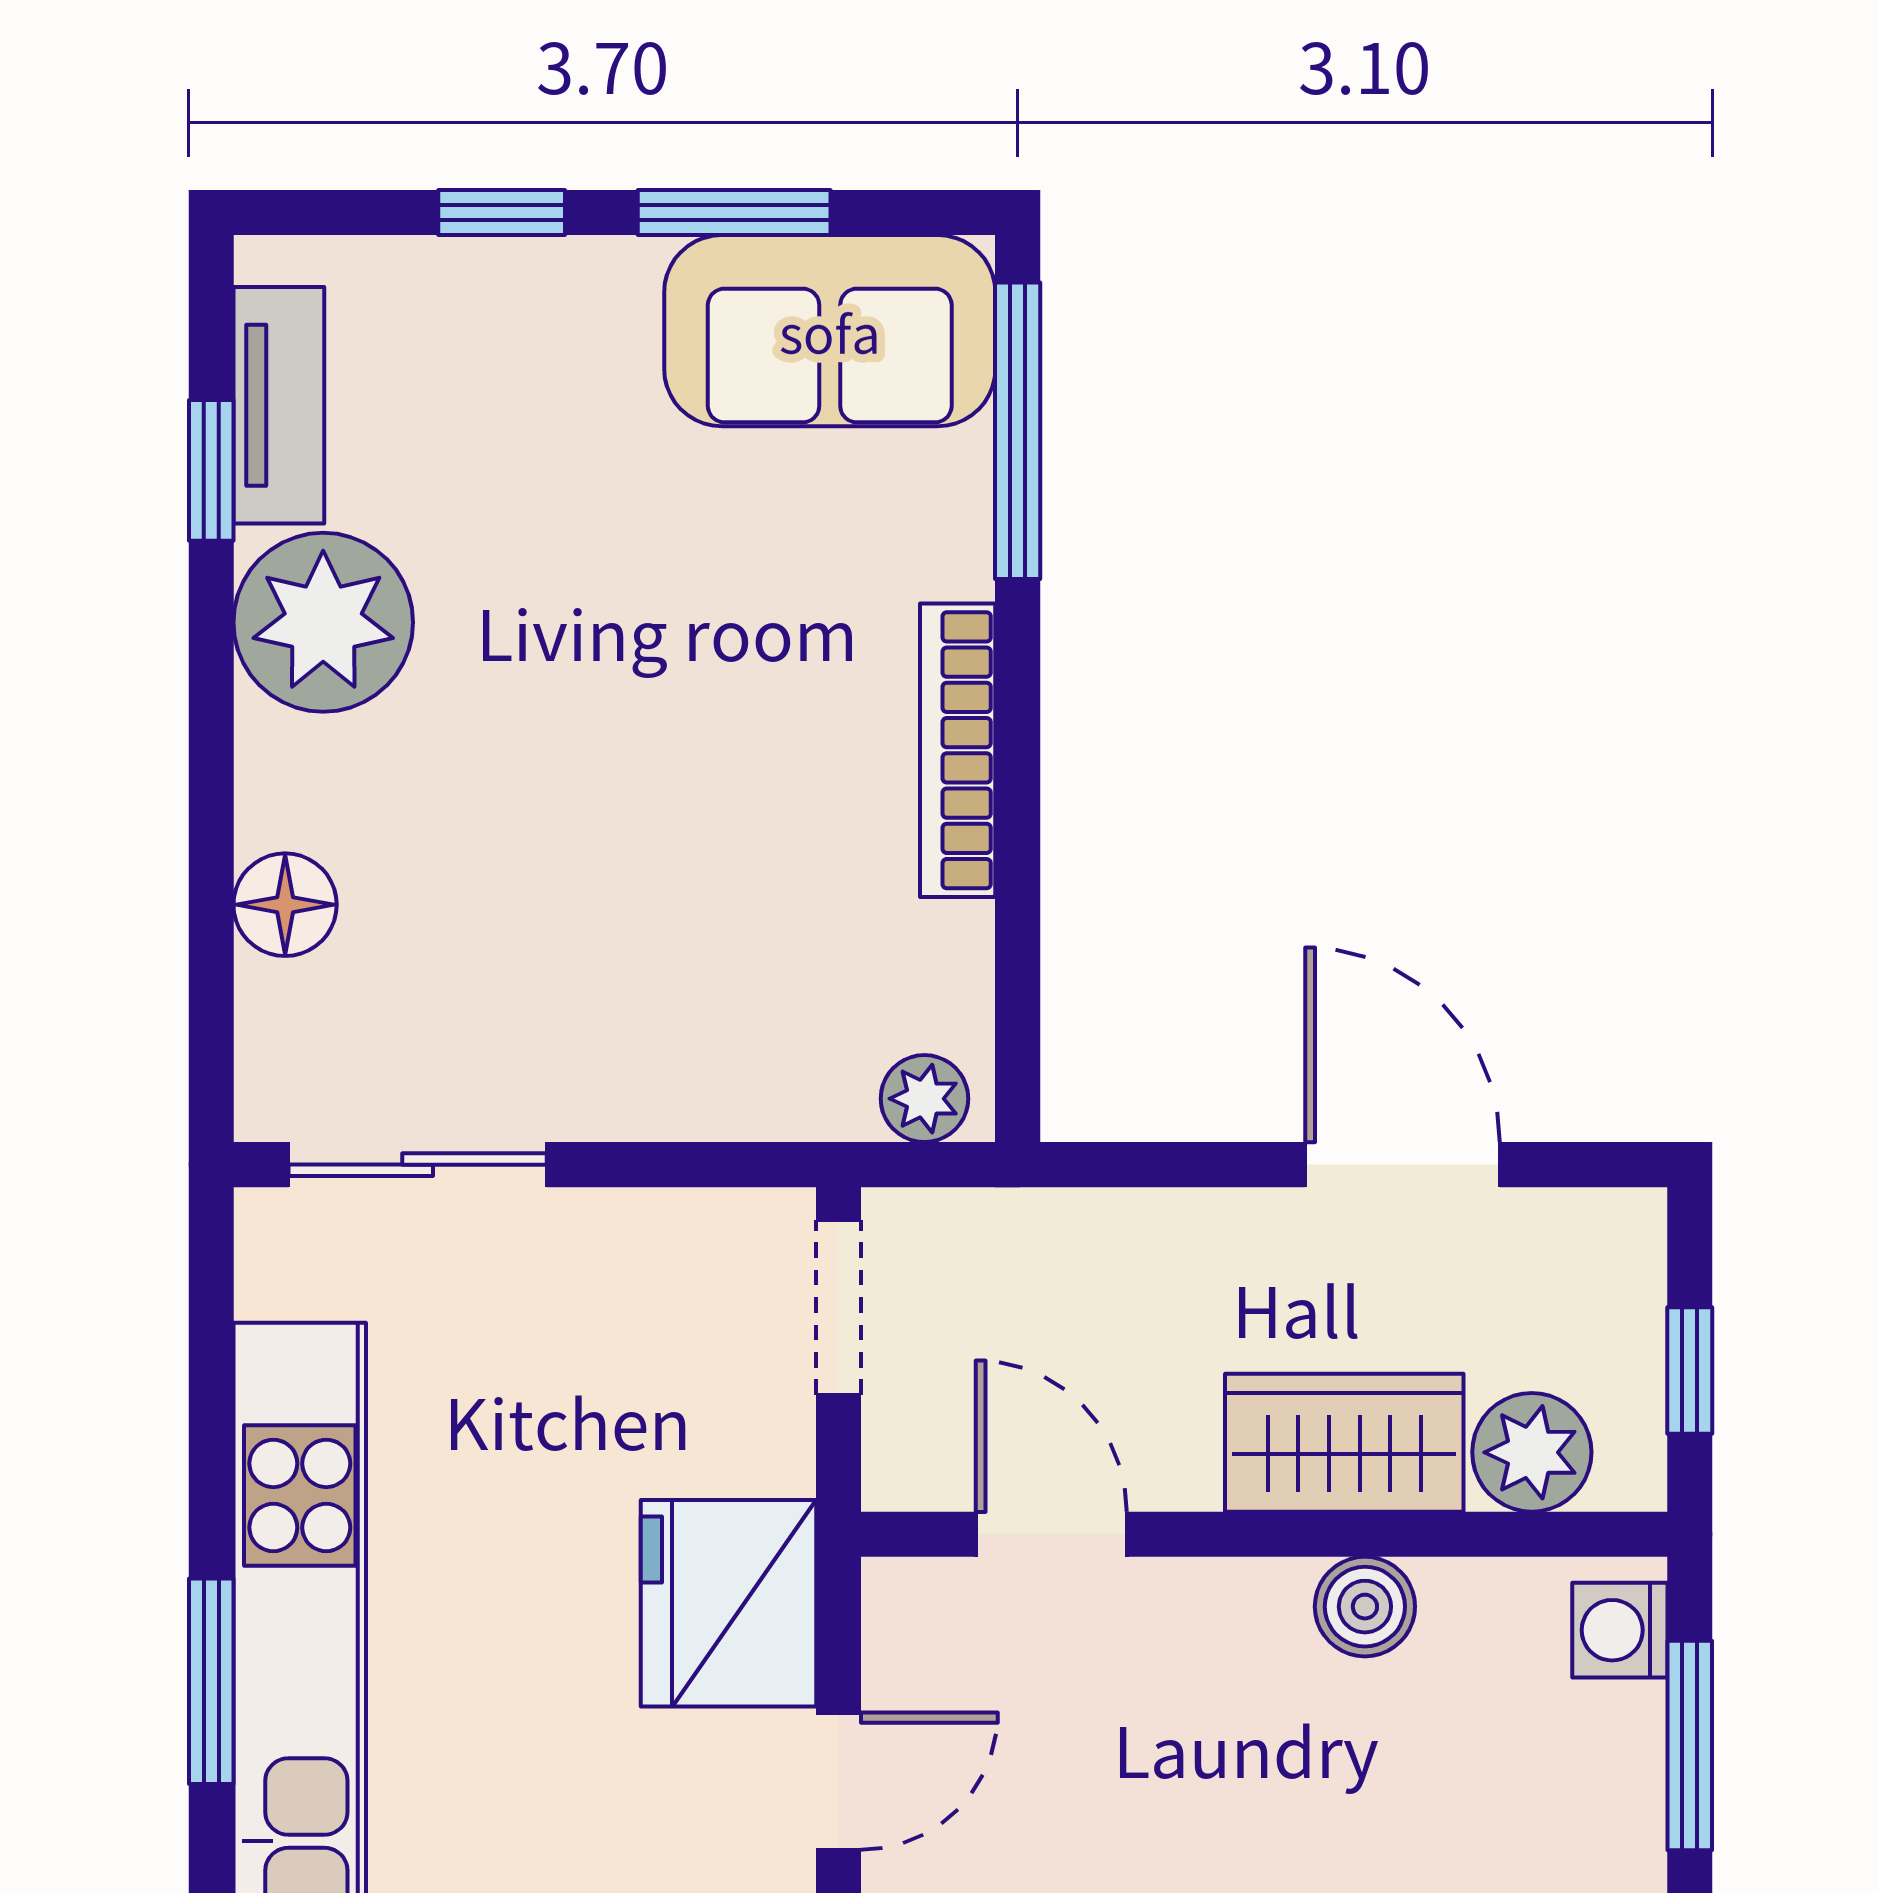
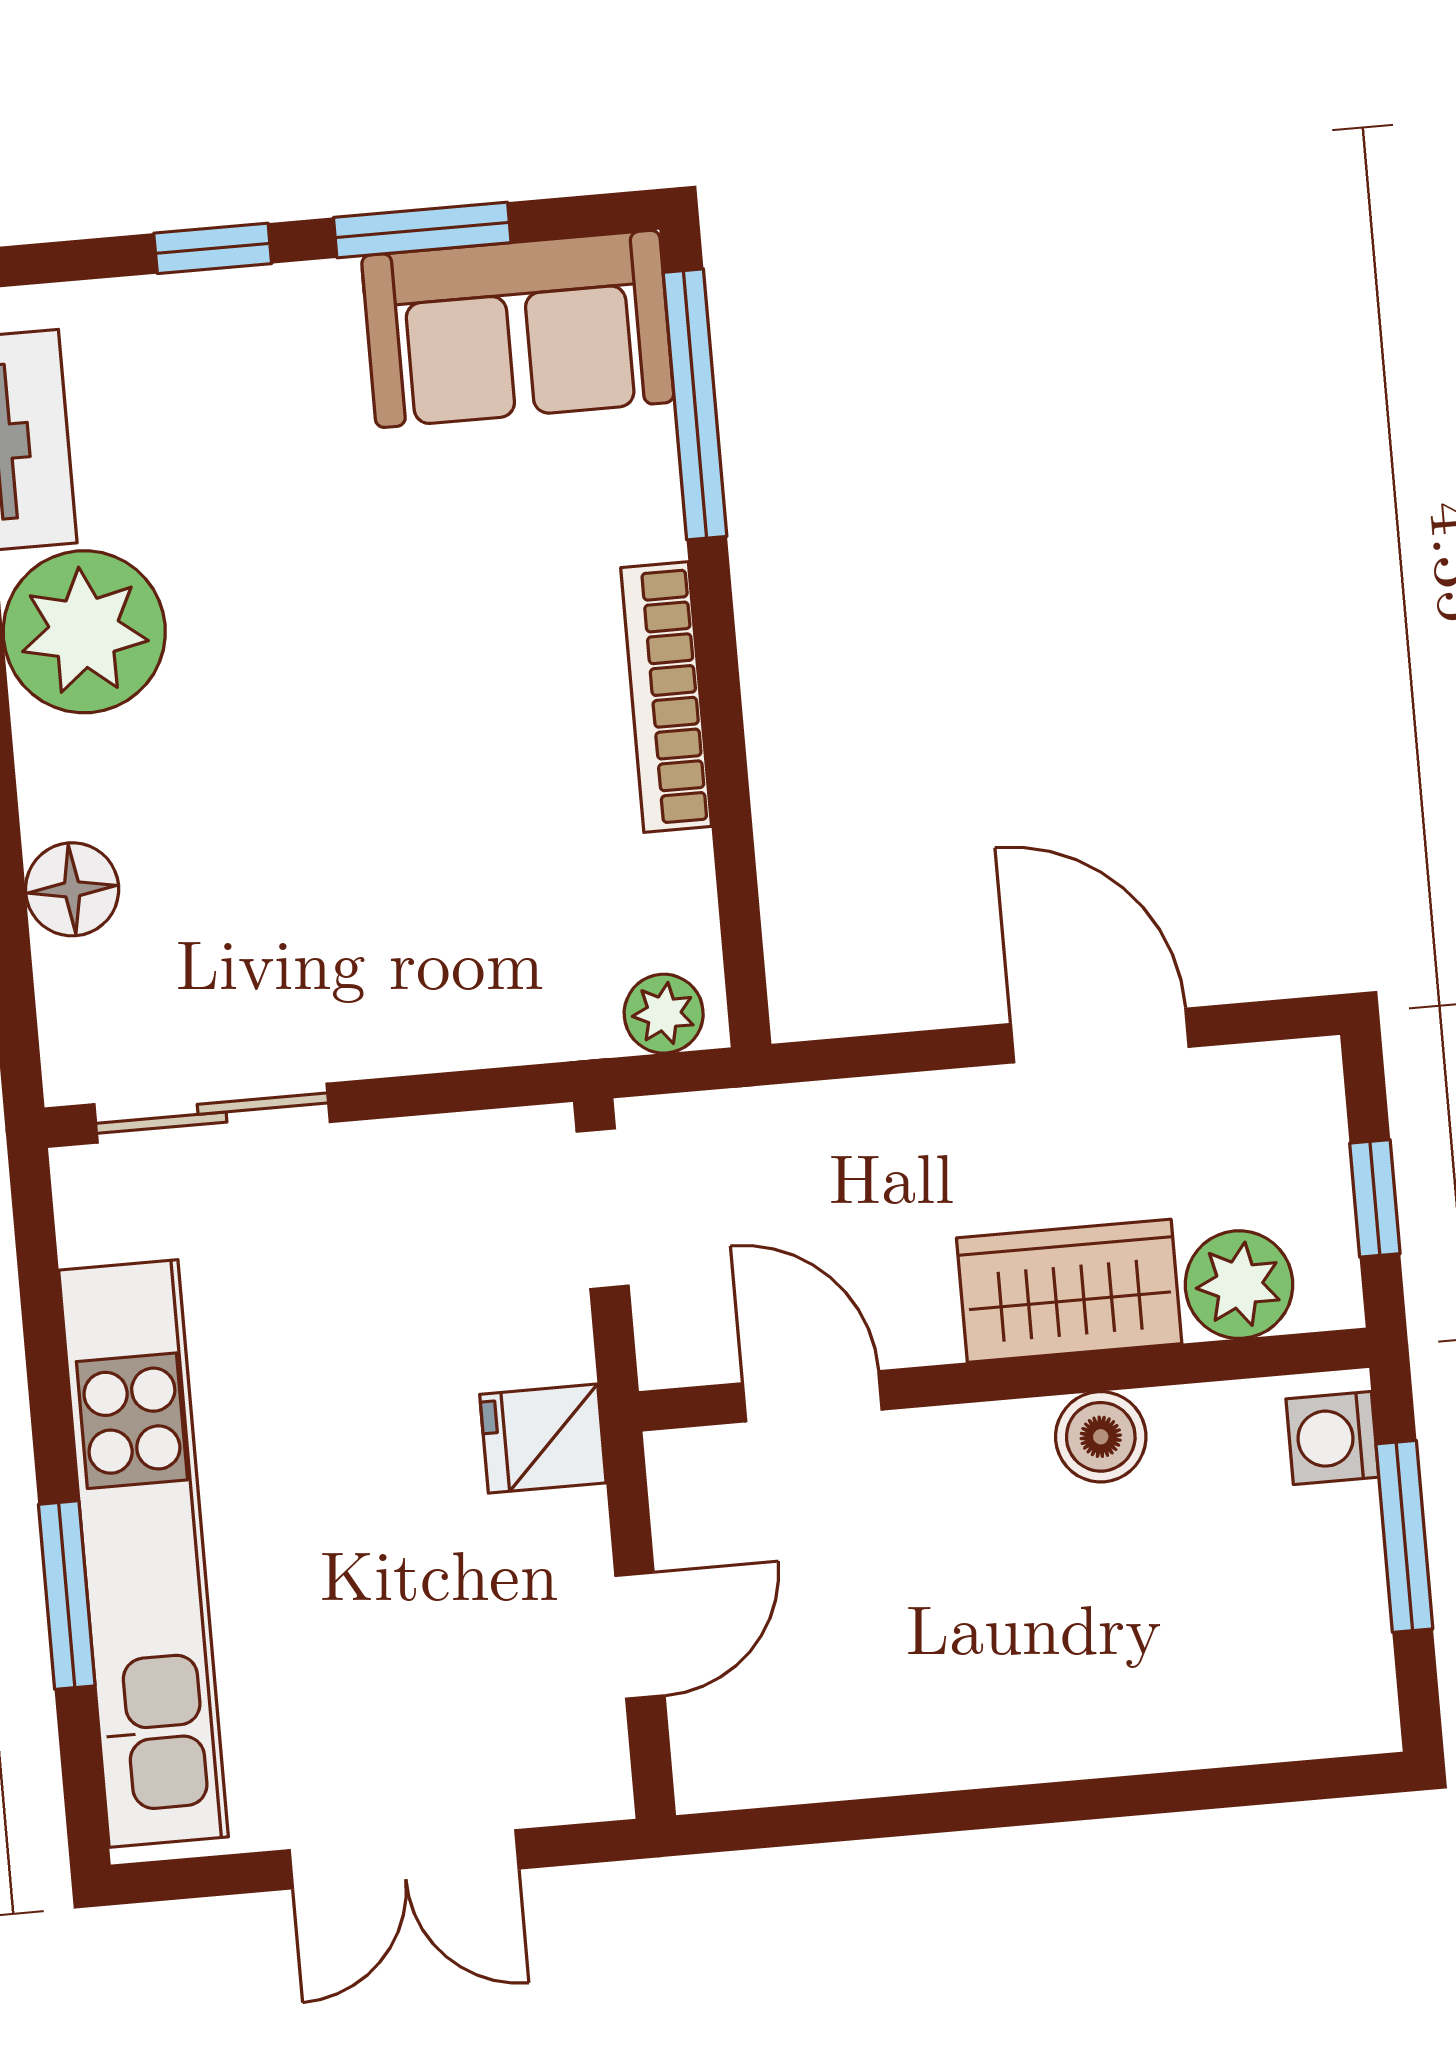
fridge: (728, 1603) -> (543, 1439), width x0.53, depth x0.75

